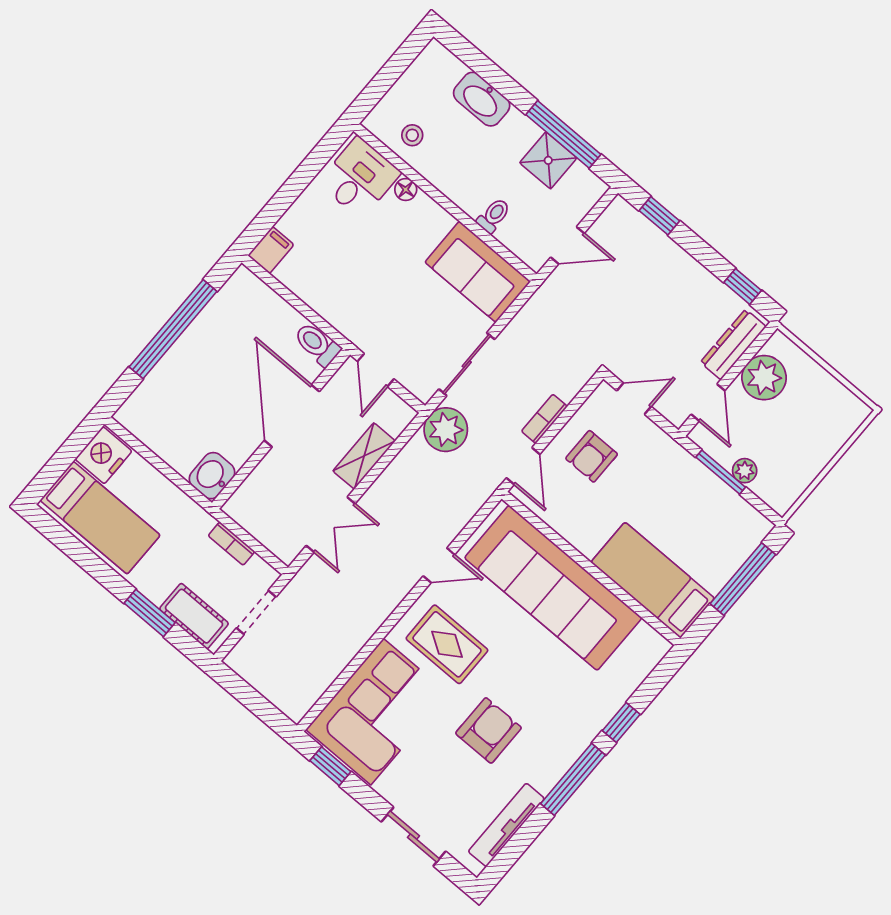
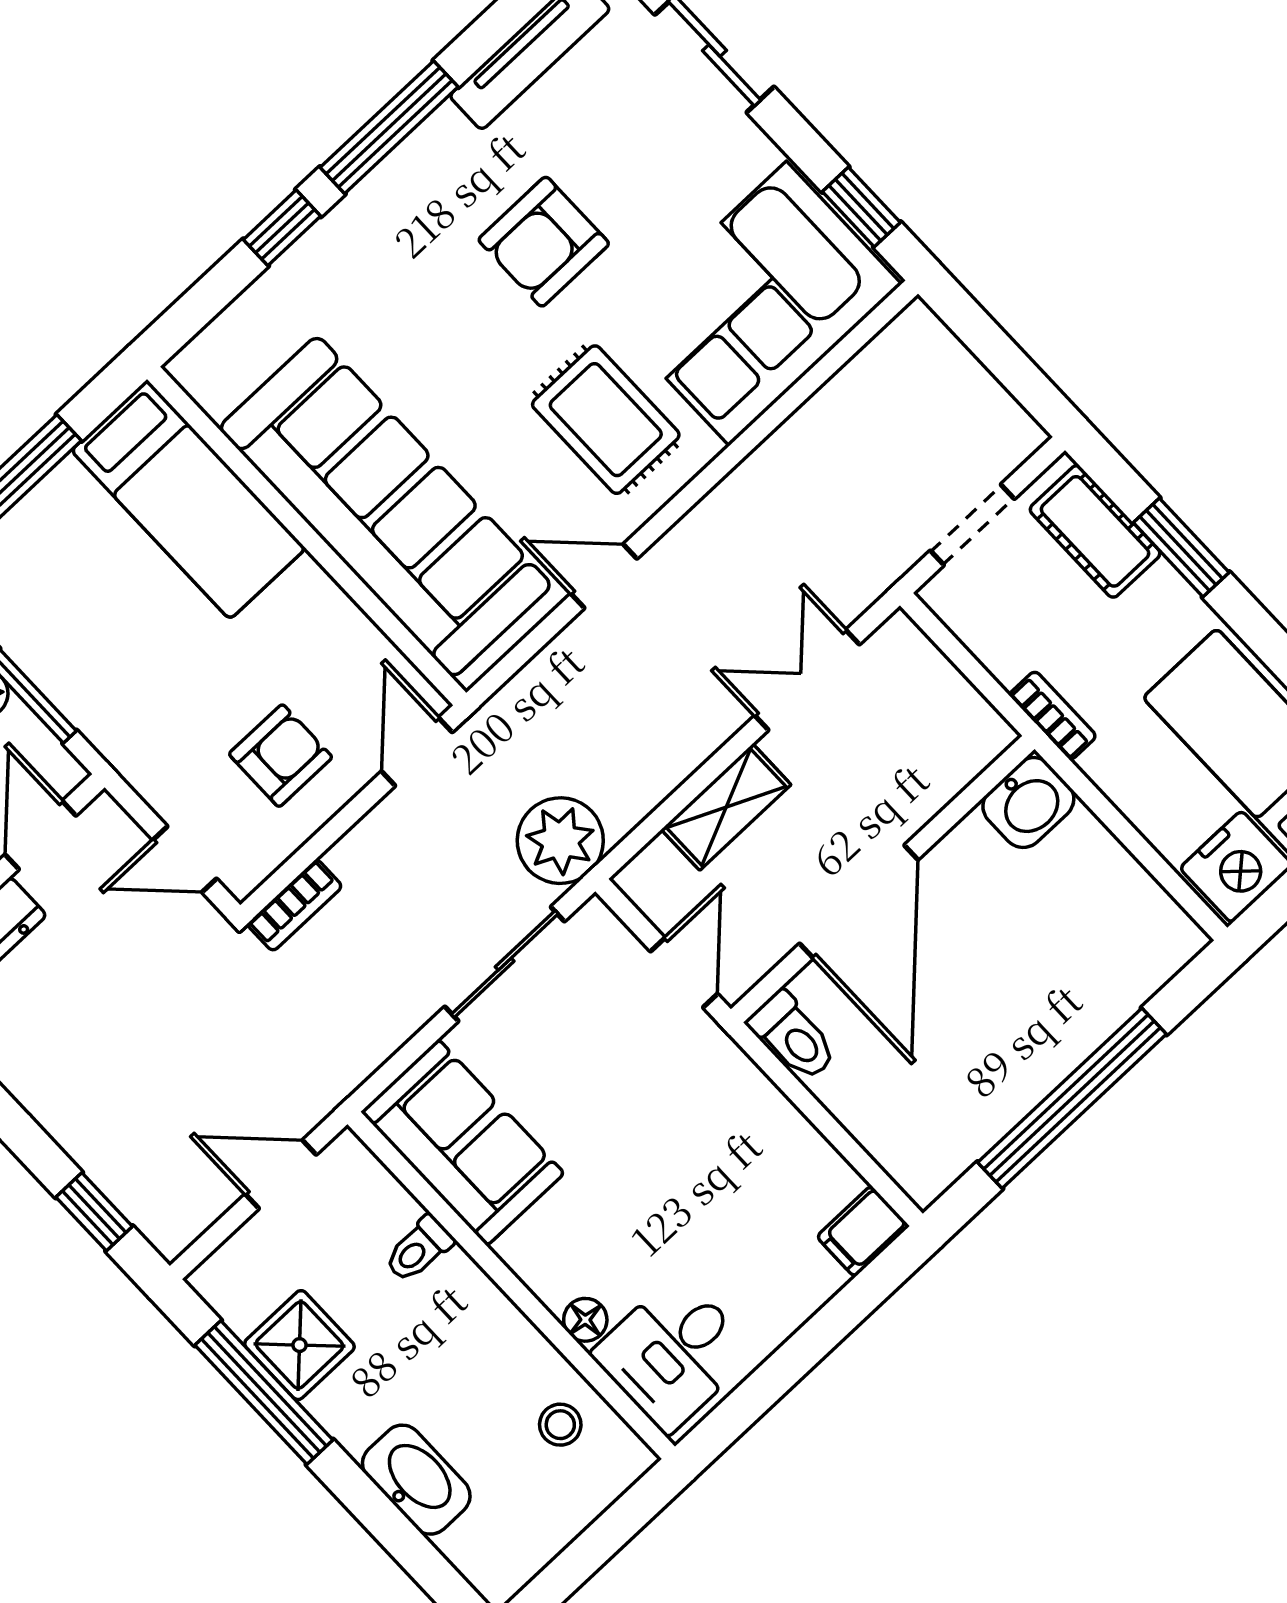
bookcase: (544, 419) -> (295, 905), moved
bookcase: (231, 544) -> (1053, 715), moved

